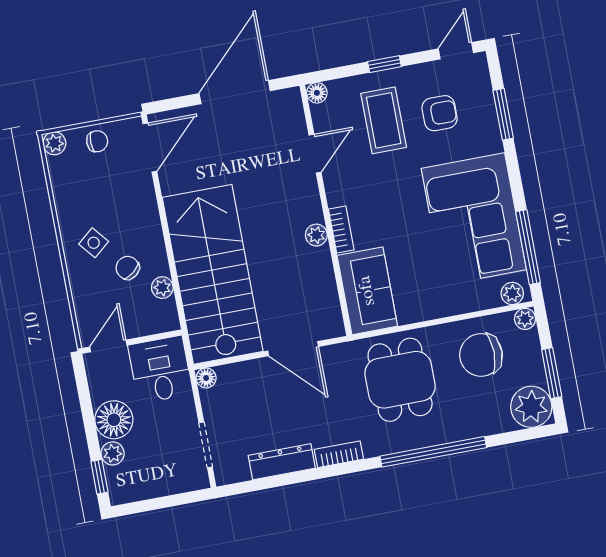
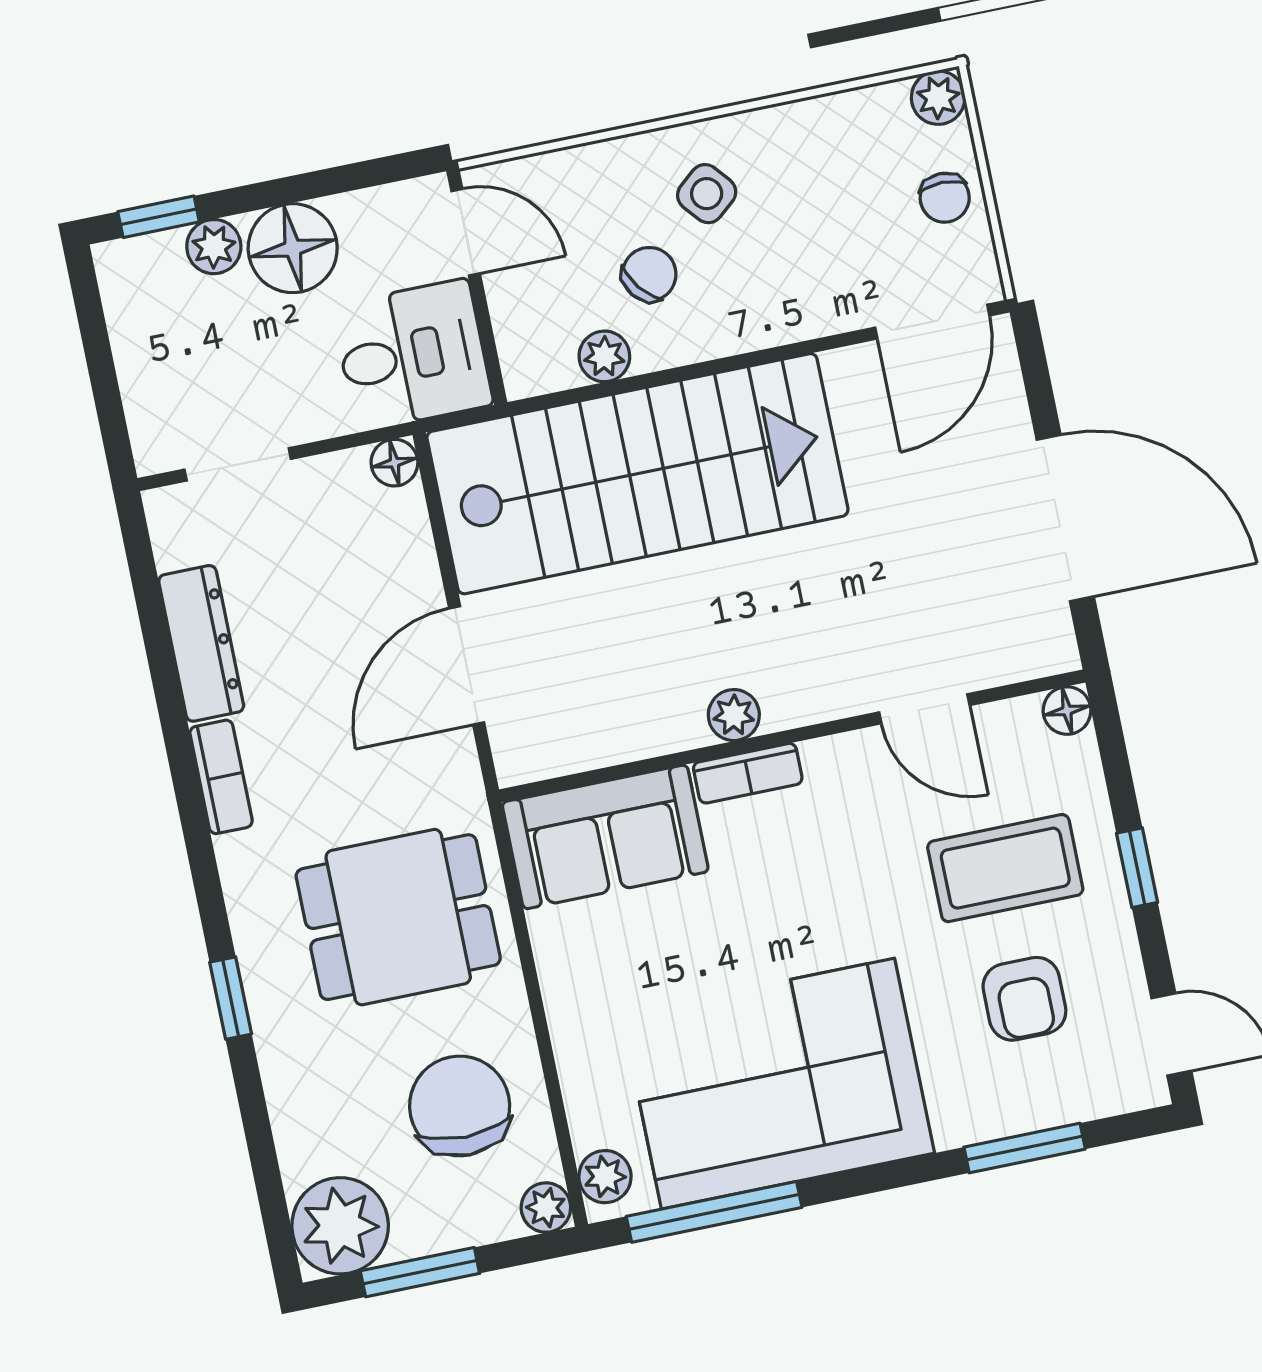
door: (150, 147) -> (932, 322), hinge flipped
window: (433, 452) -> (231, 998), width x0.32

